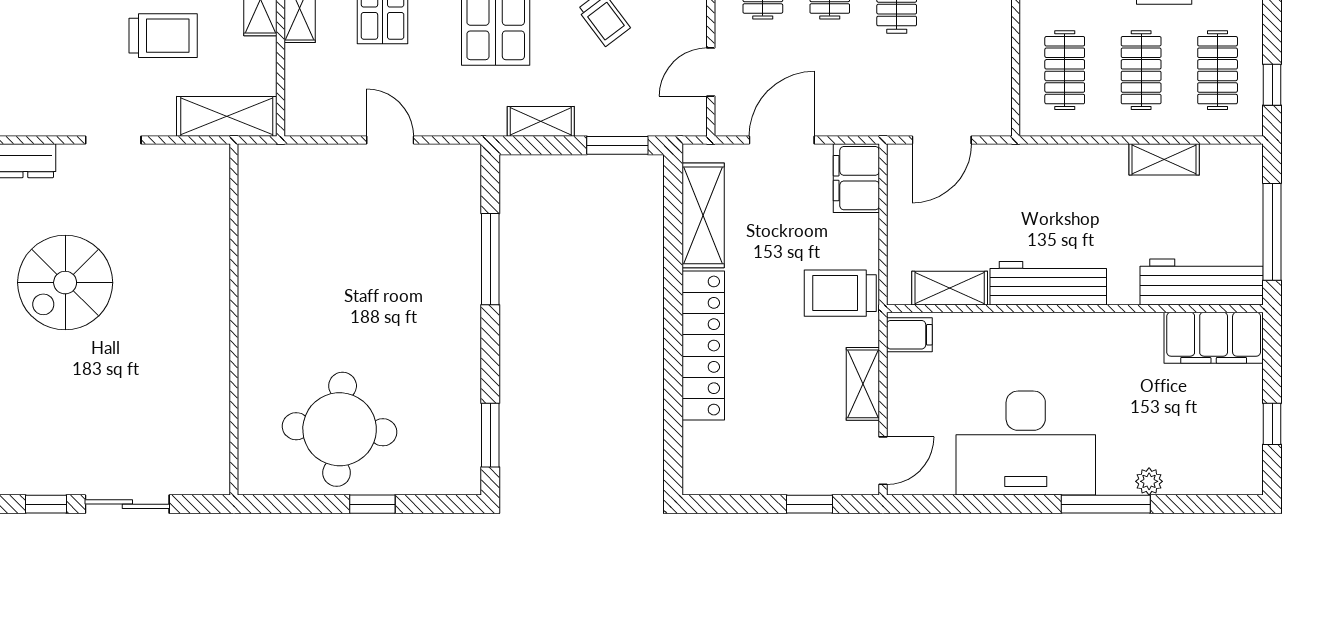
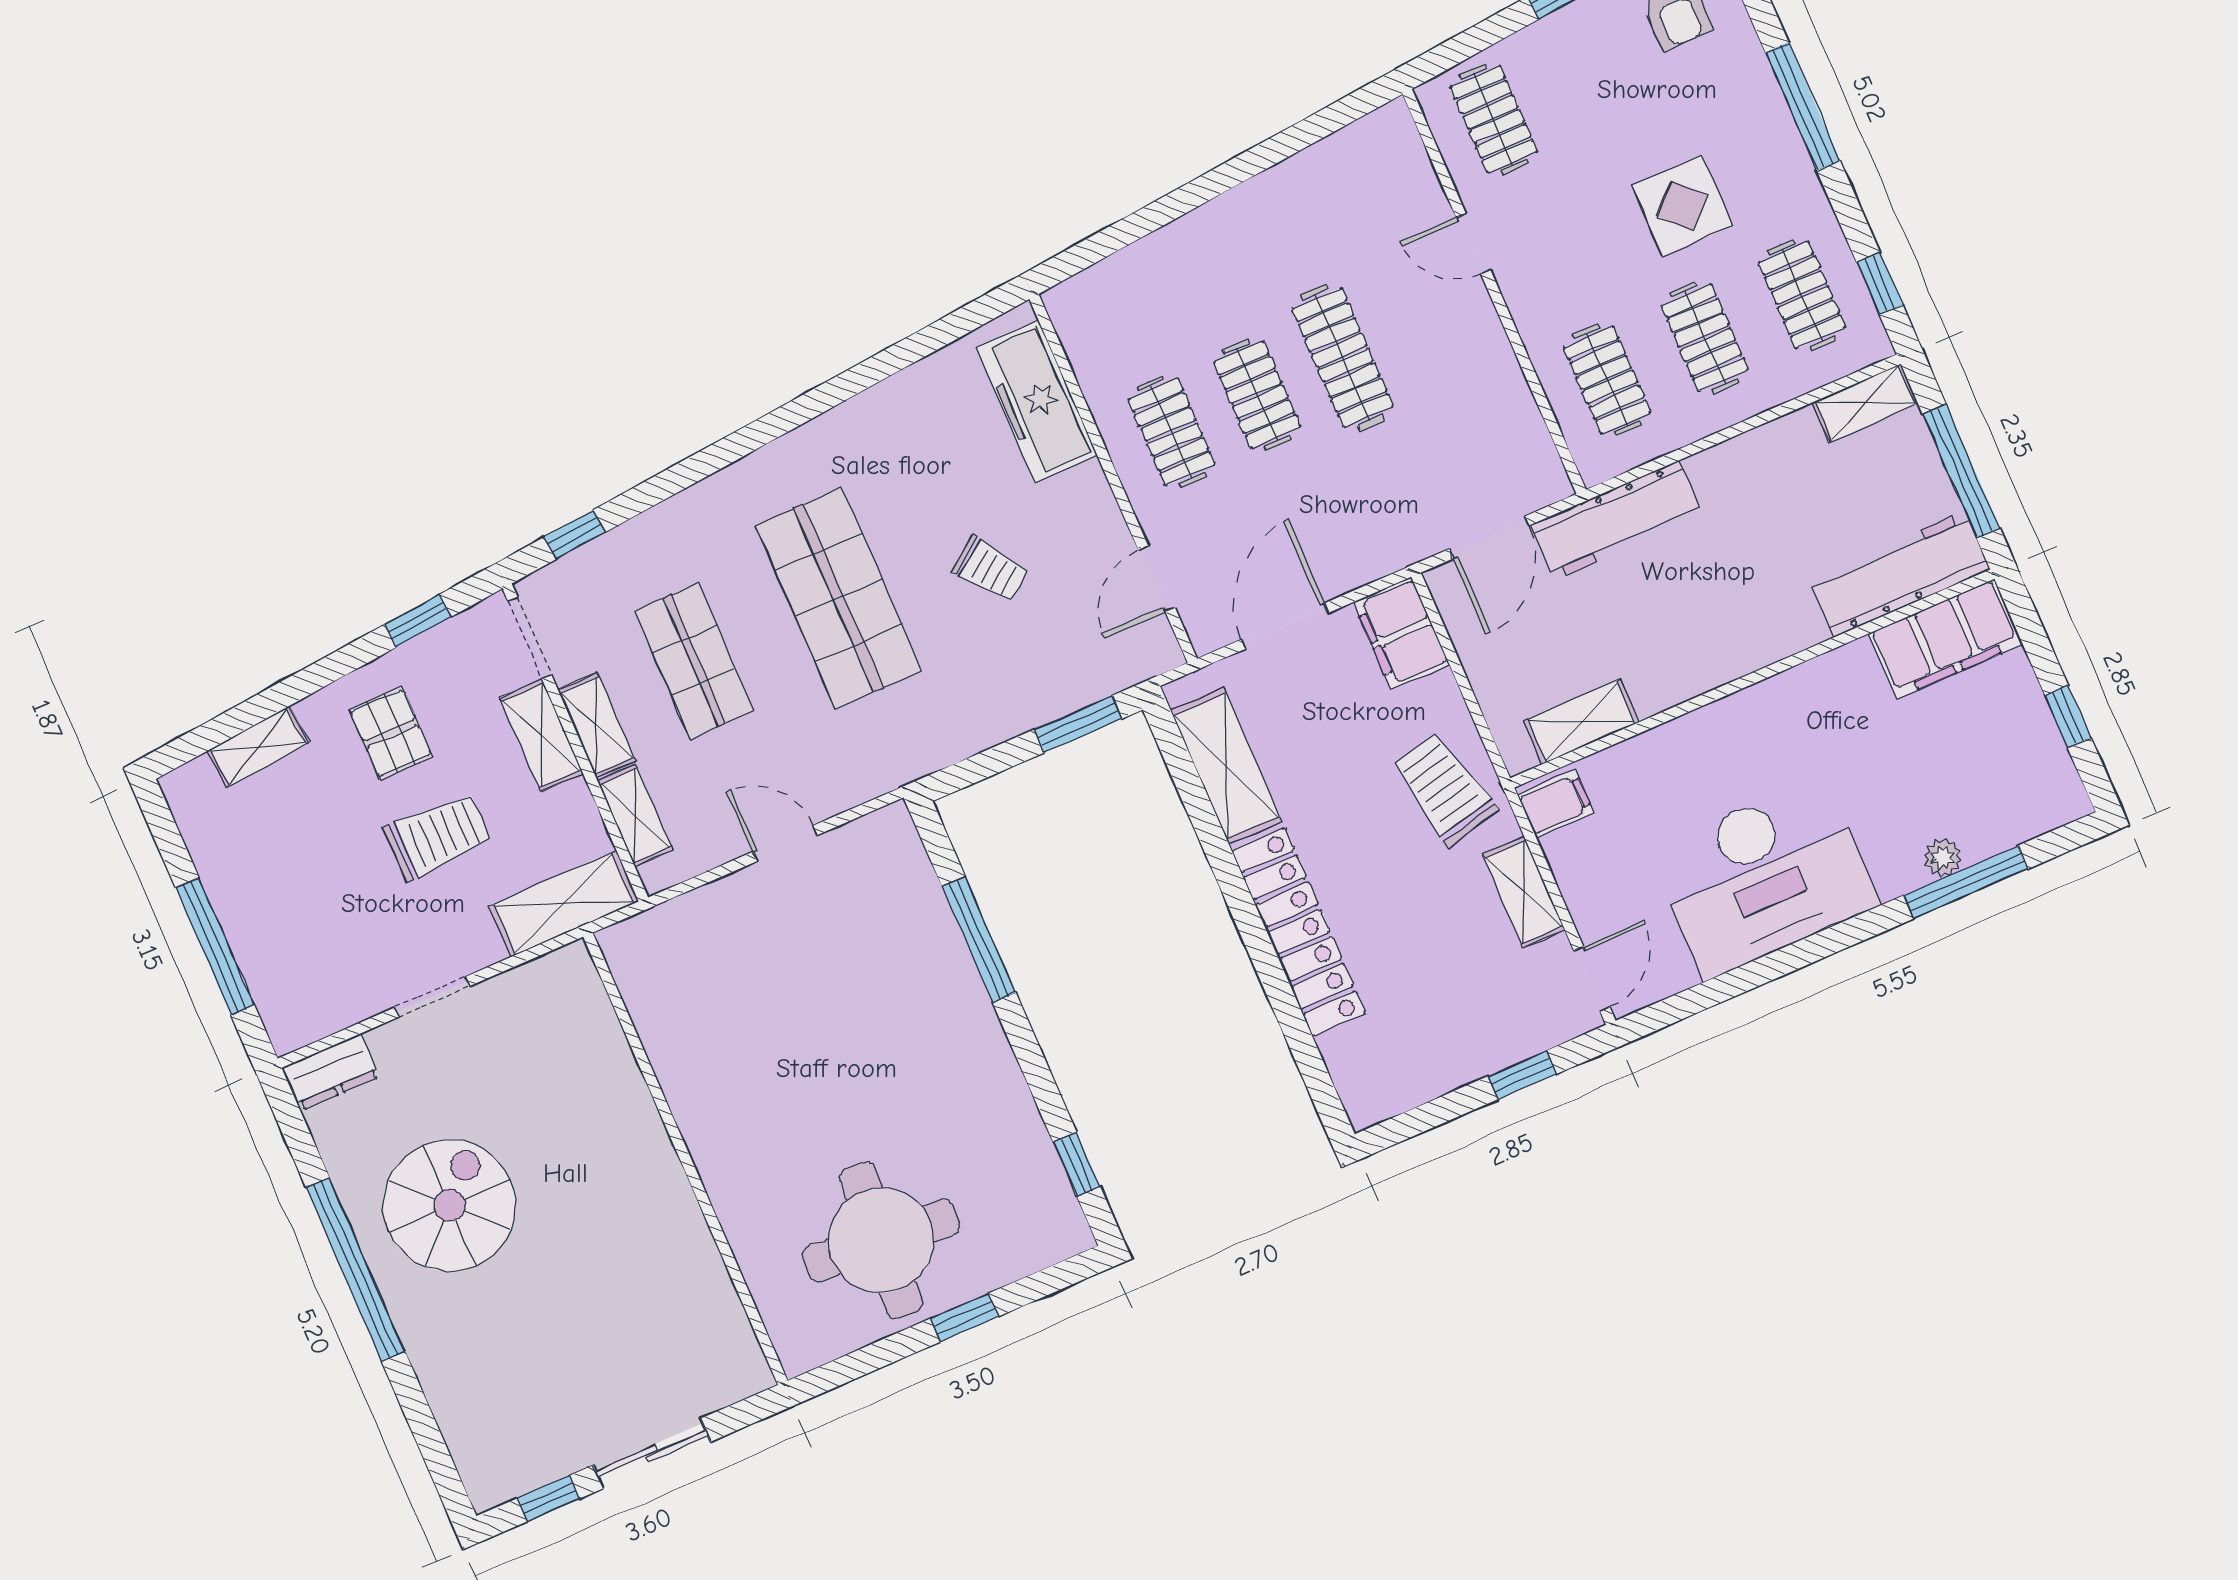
shelving: (541, 121) -> (635, 816), moved, turned 90
shelving: (1164, 159) -> (1865, 403), moved
spiral stairs: (65, 283) -> (450, 1205), turned 180
workbench: (1048, 283) -> (1617, 520), moved, turned 180
trolley: (840, 293) -> (1444, 789), turned 77
window: (490, 435) -> (1077, 1164), width x0.67
window: (1106, 504) -> (1966, 882), moved

